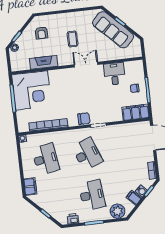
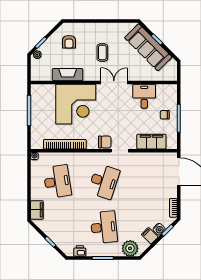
corner desk: (32, 91) -> (76, 104), moved
filing cabinet: (136, 112) -> (151, 142), moved
desk: (87, 154) -> (104, 182), turned 39

